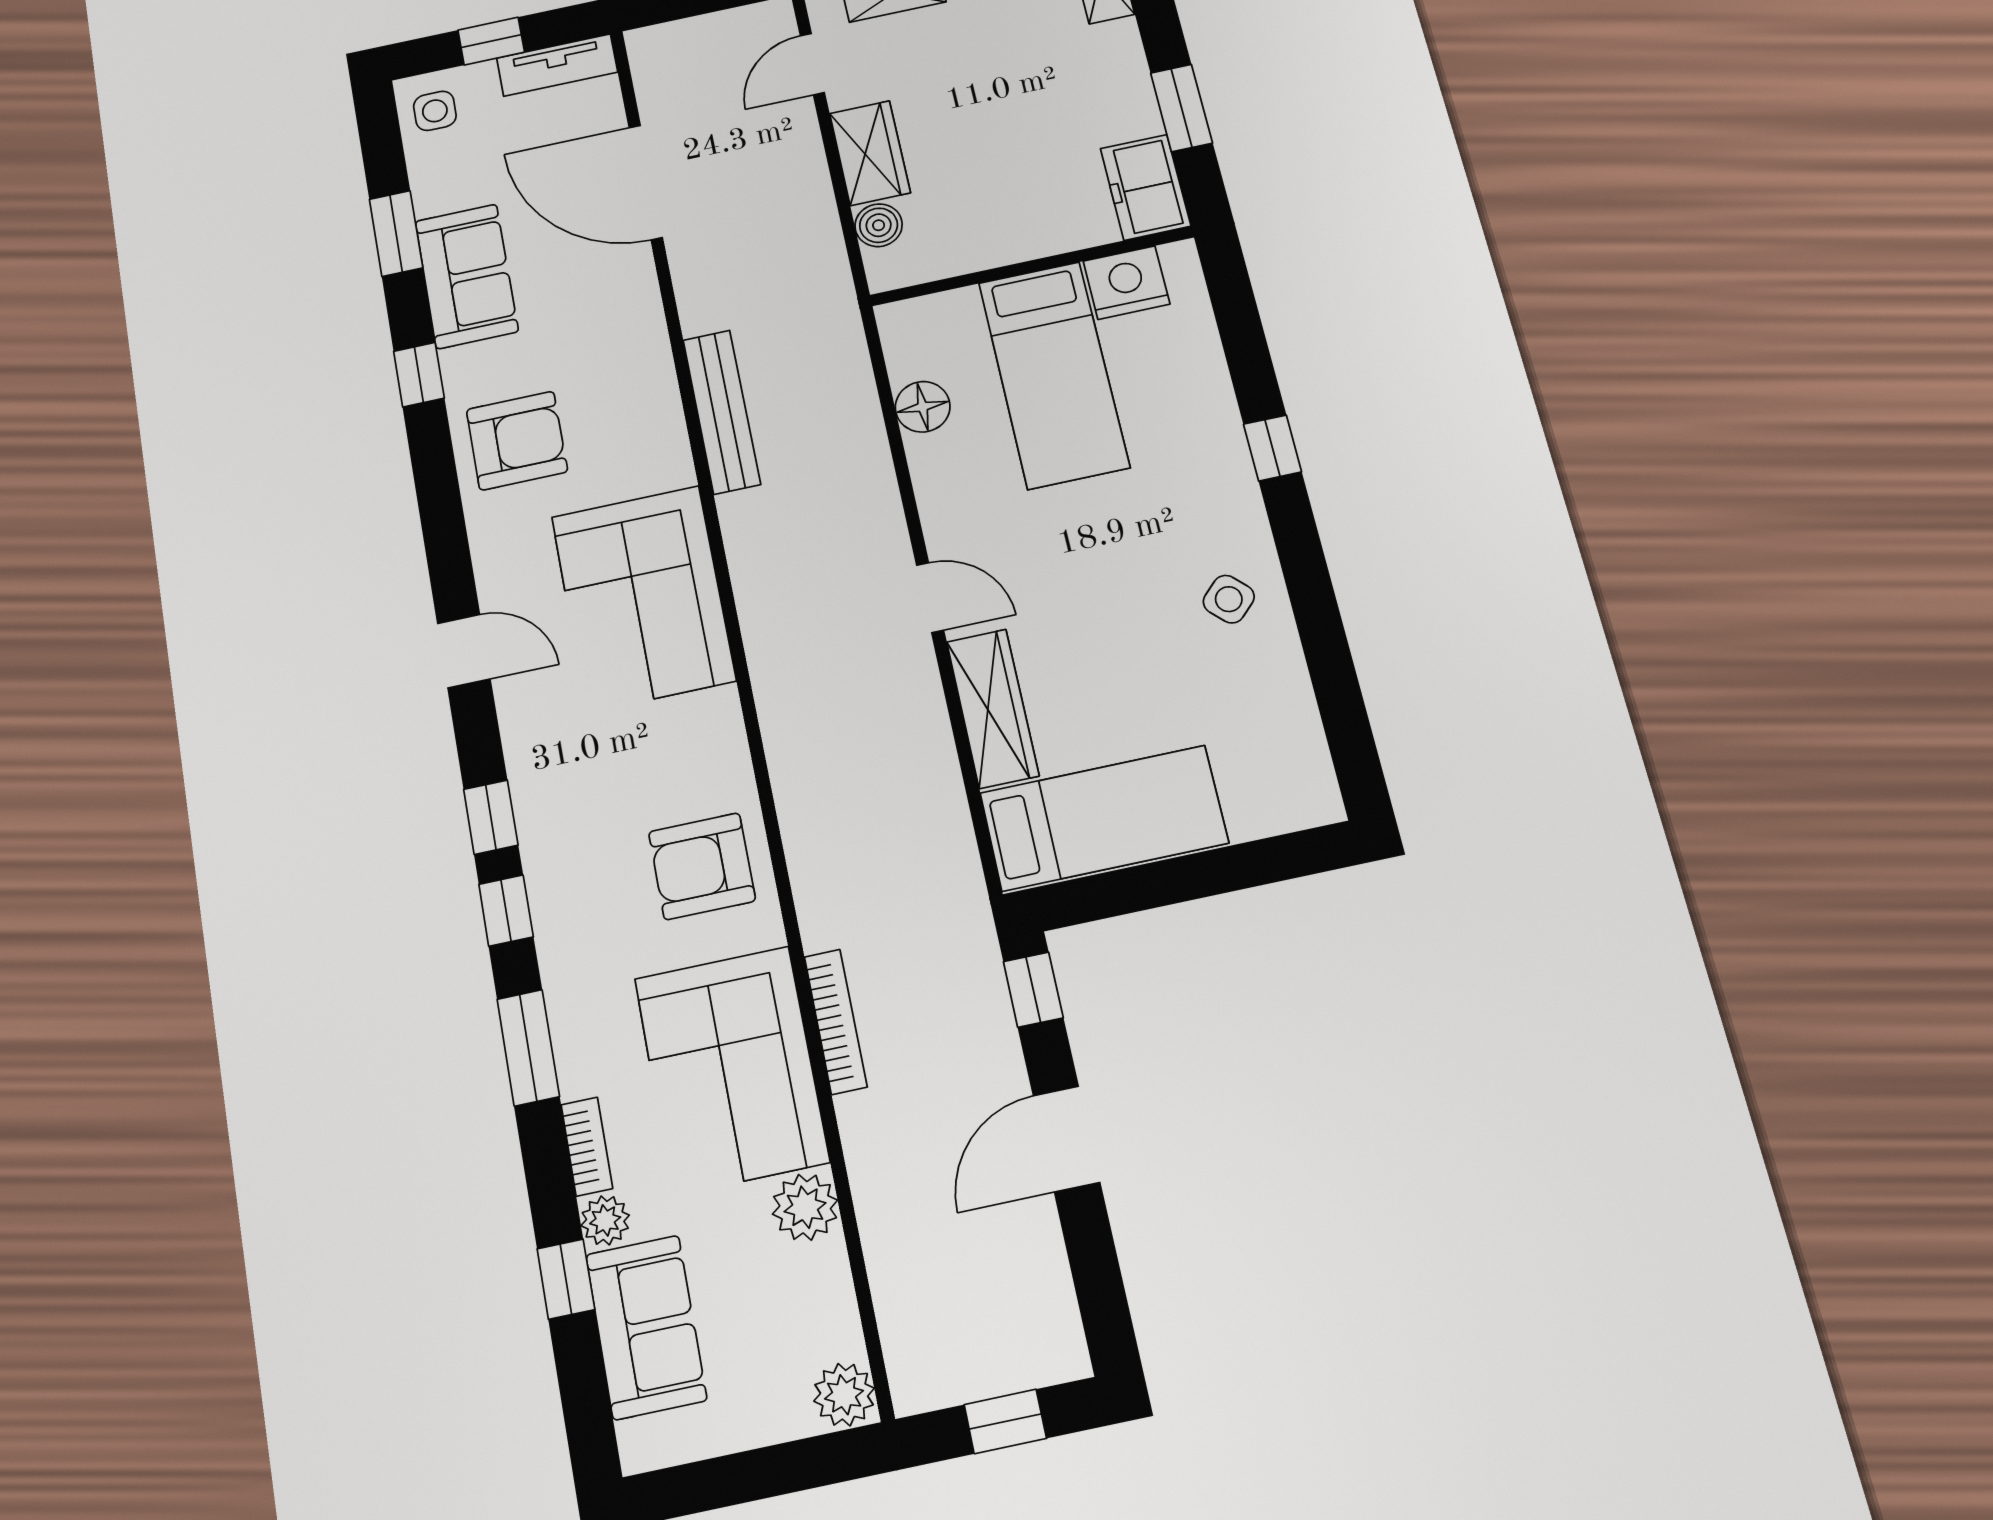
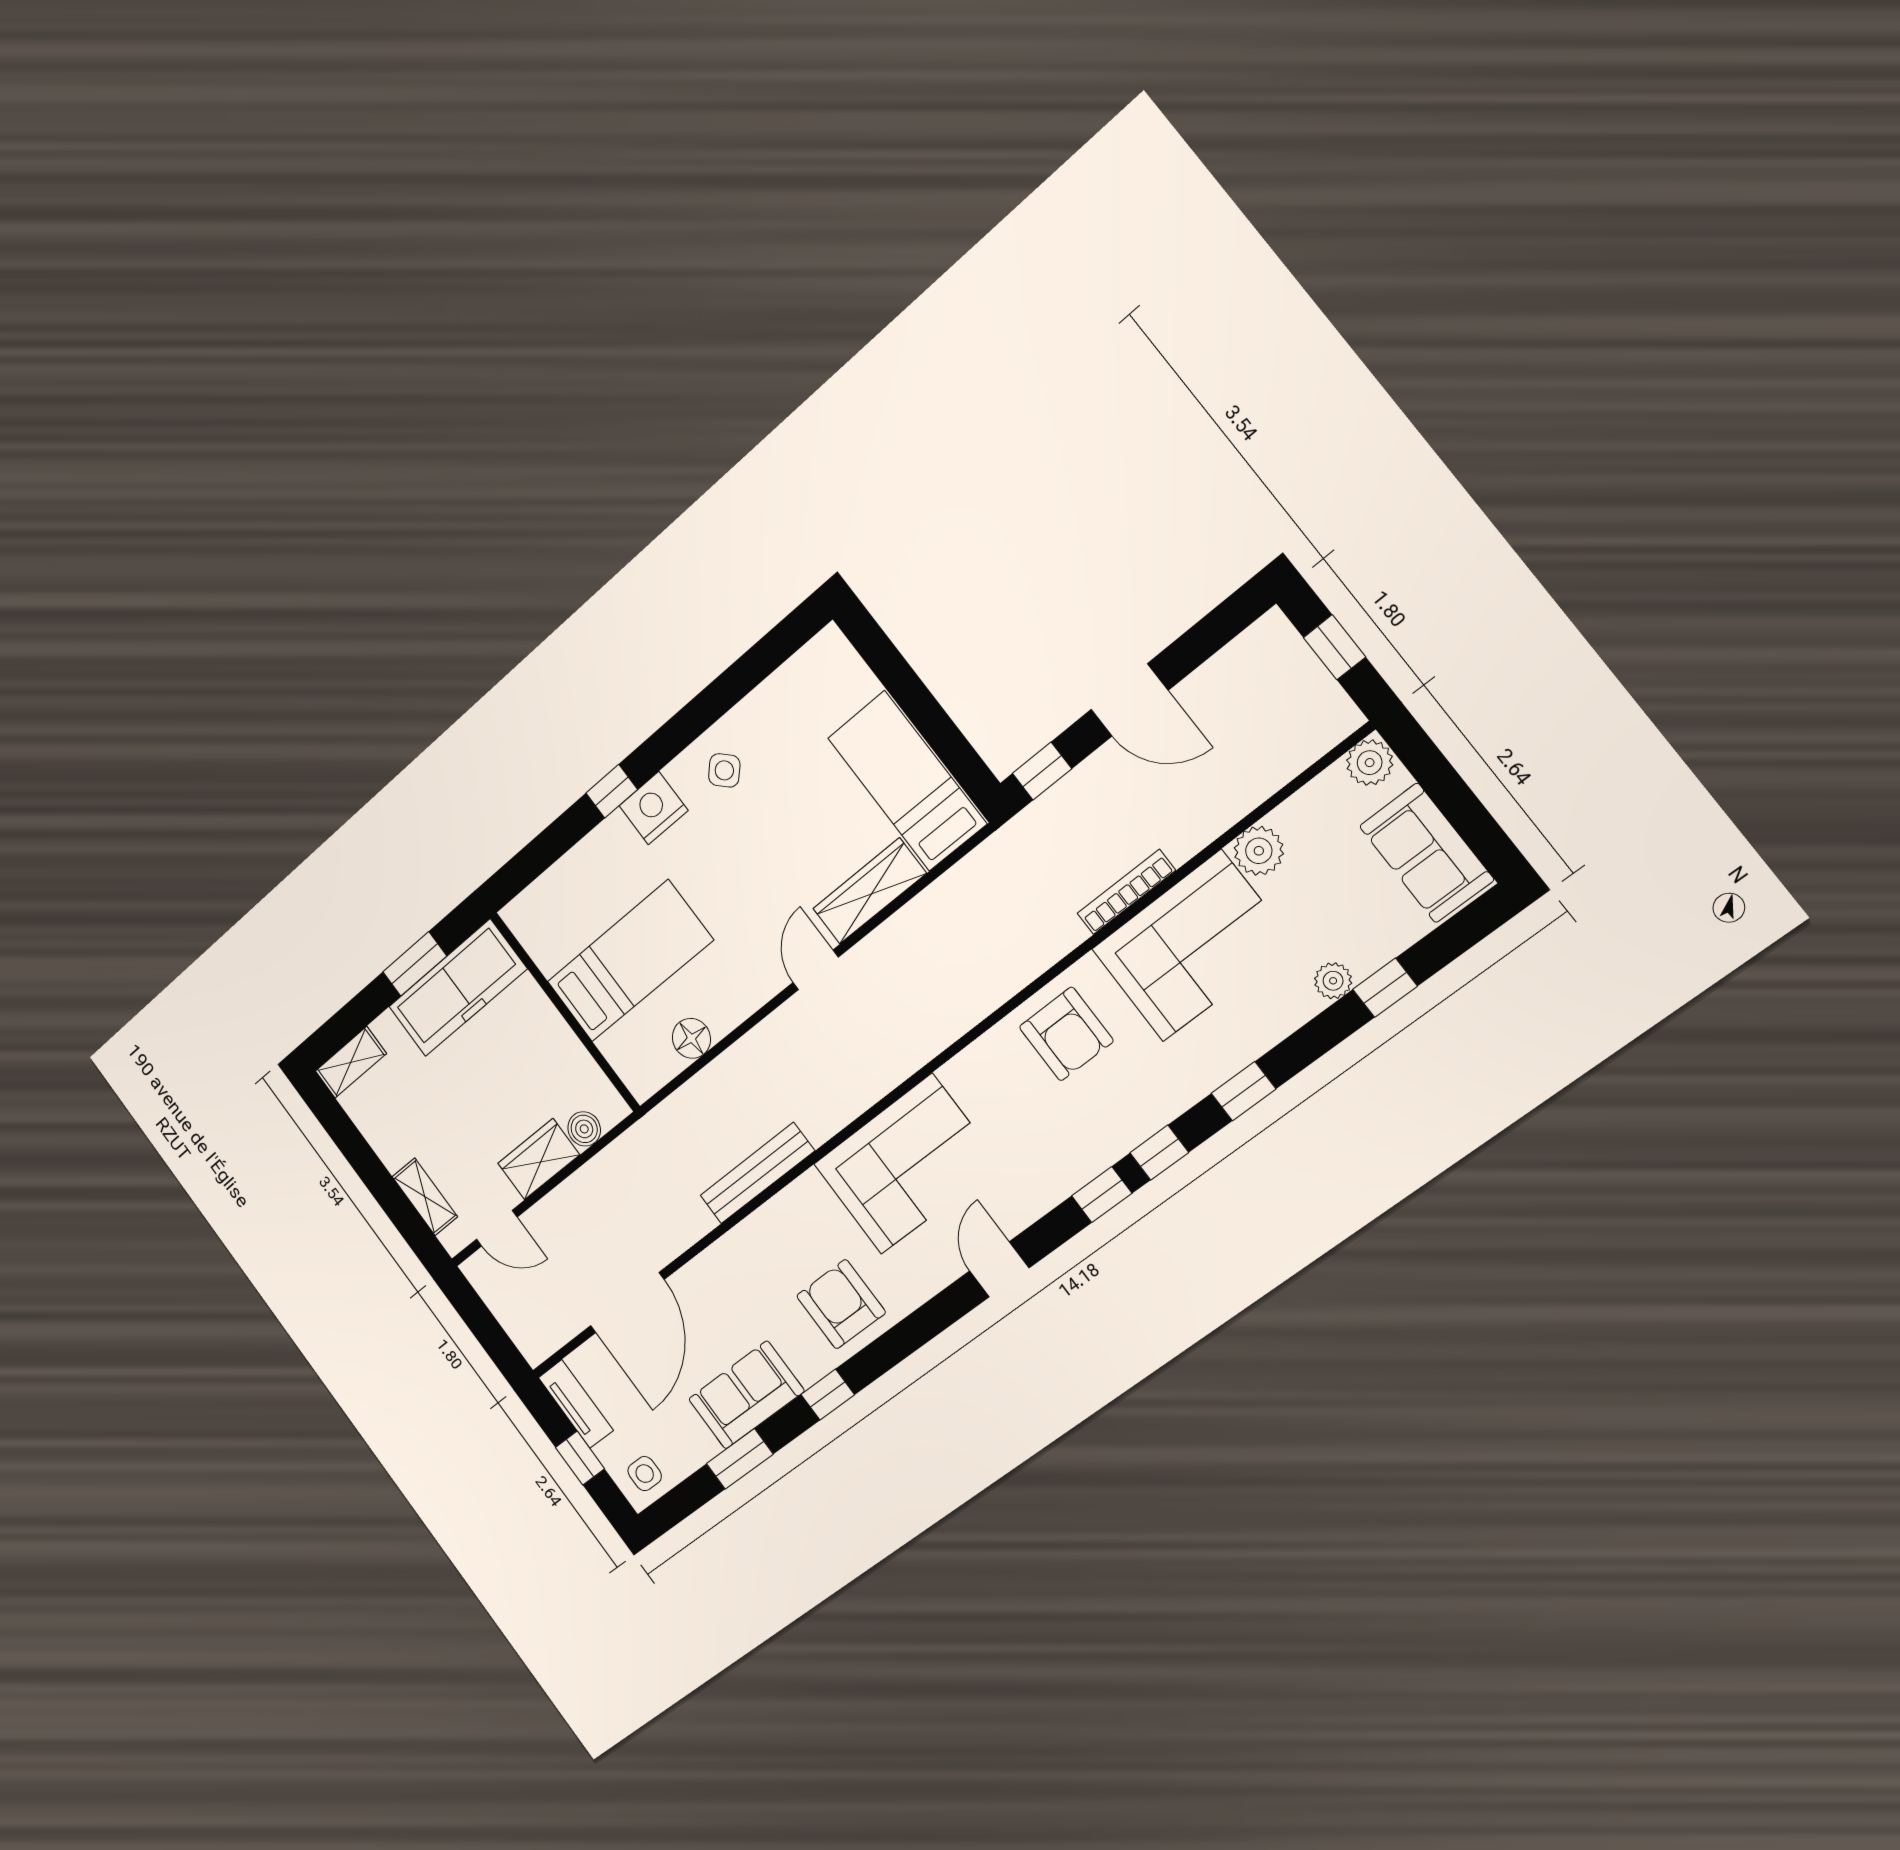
freezer: (1145, 187) -> (458, 988), width x1.91, depth x1.26
nightstand: (1127, 283) -> (654, 808), moved, turned 90
window: (528, 1048) -> (1243, 1091), width x0.67
bookcase: (587, 1147) -> (1290, 1018), removed
sofa: (646, 1327) -> (1427, 853), moved, turned -90

